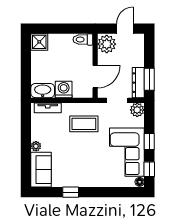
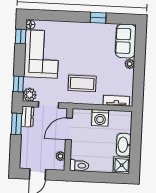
plant: (107, 44) -> (60, 156), width x0.53, depth x0.53
dresser: (138, 83) -> (27, 117), width x0.70
washbasin: (43, 91) -> (124, 145), moved, turned 90
window: (149, 141) -> (18, 84), moved

